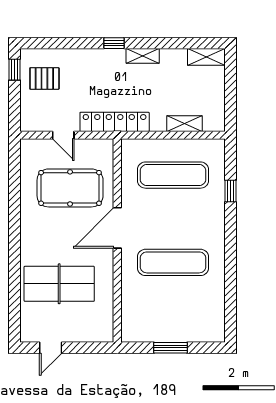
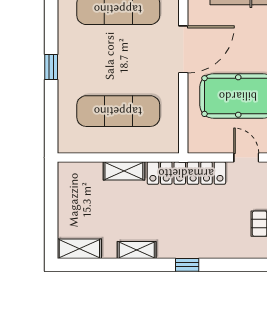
shelving: (143, 56) -> (137, 250), moved
shelving: (184, 124) -> (124, 171), moved
window: (231, 191) -> (51, 67), moved

